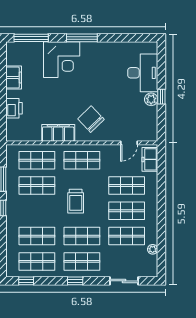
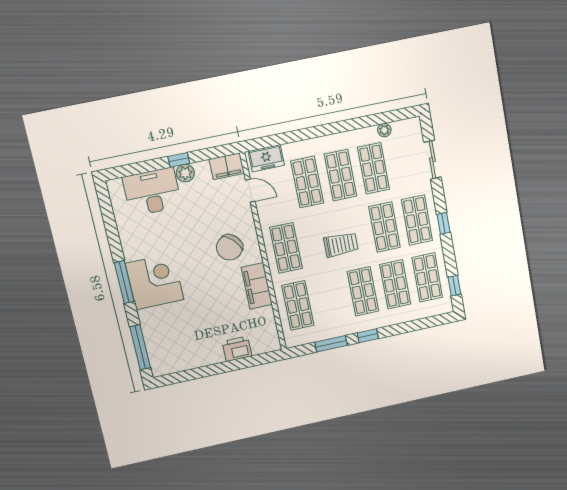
corner desk: (62, 60) -> (155, 282), moved
filing cabinet: (14, 78) -> (227, 166), moved, turned 180
shop shelf: (37, 186) -> (363, 291), moved

